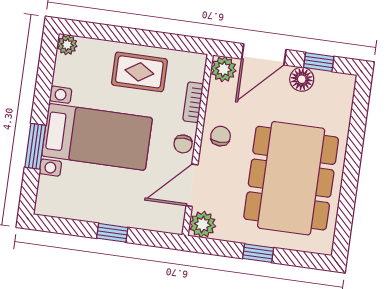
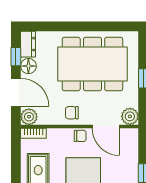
dresser: (336, 83) -> (28, 44), added
bookcase: (193, 102) -> (33, 133), moved

